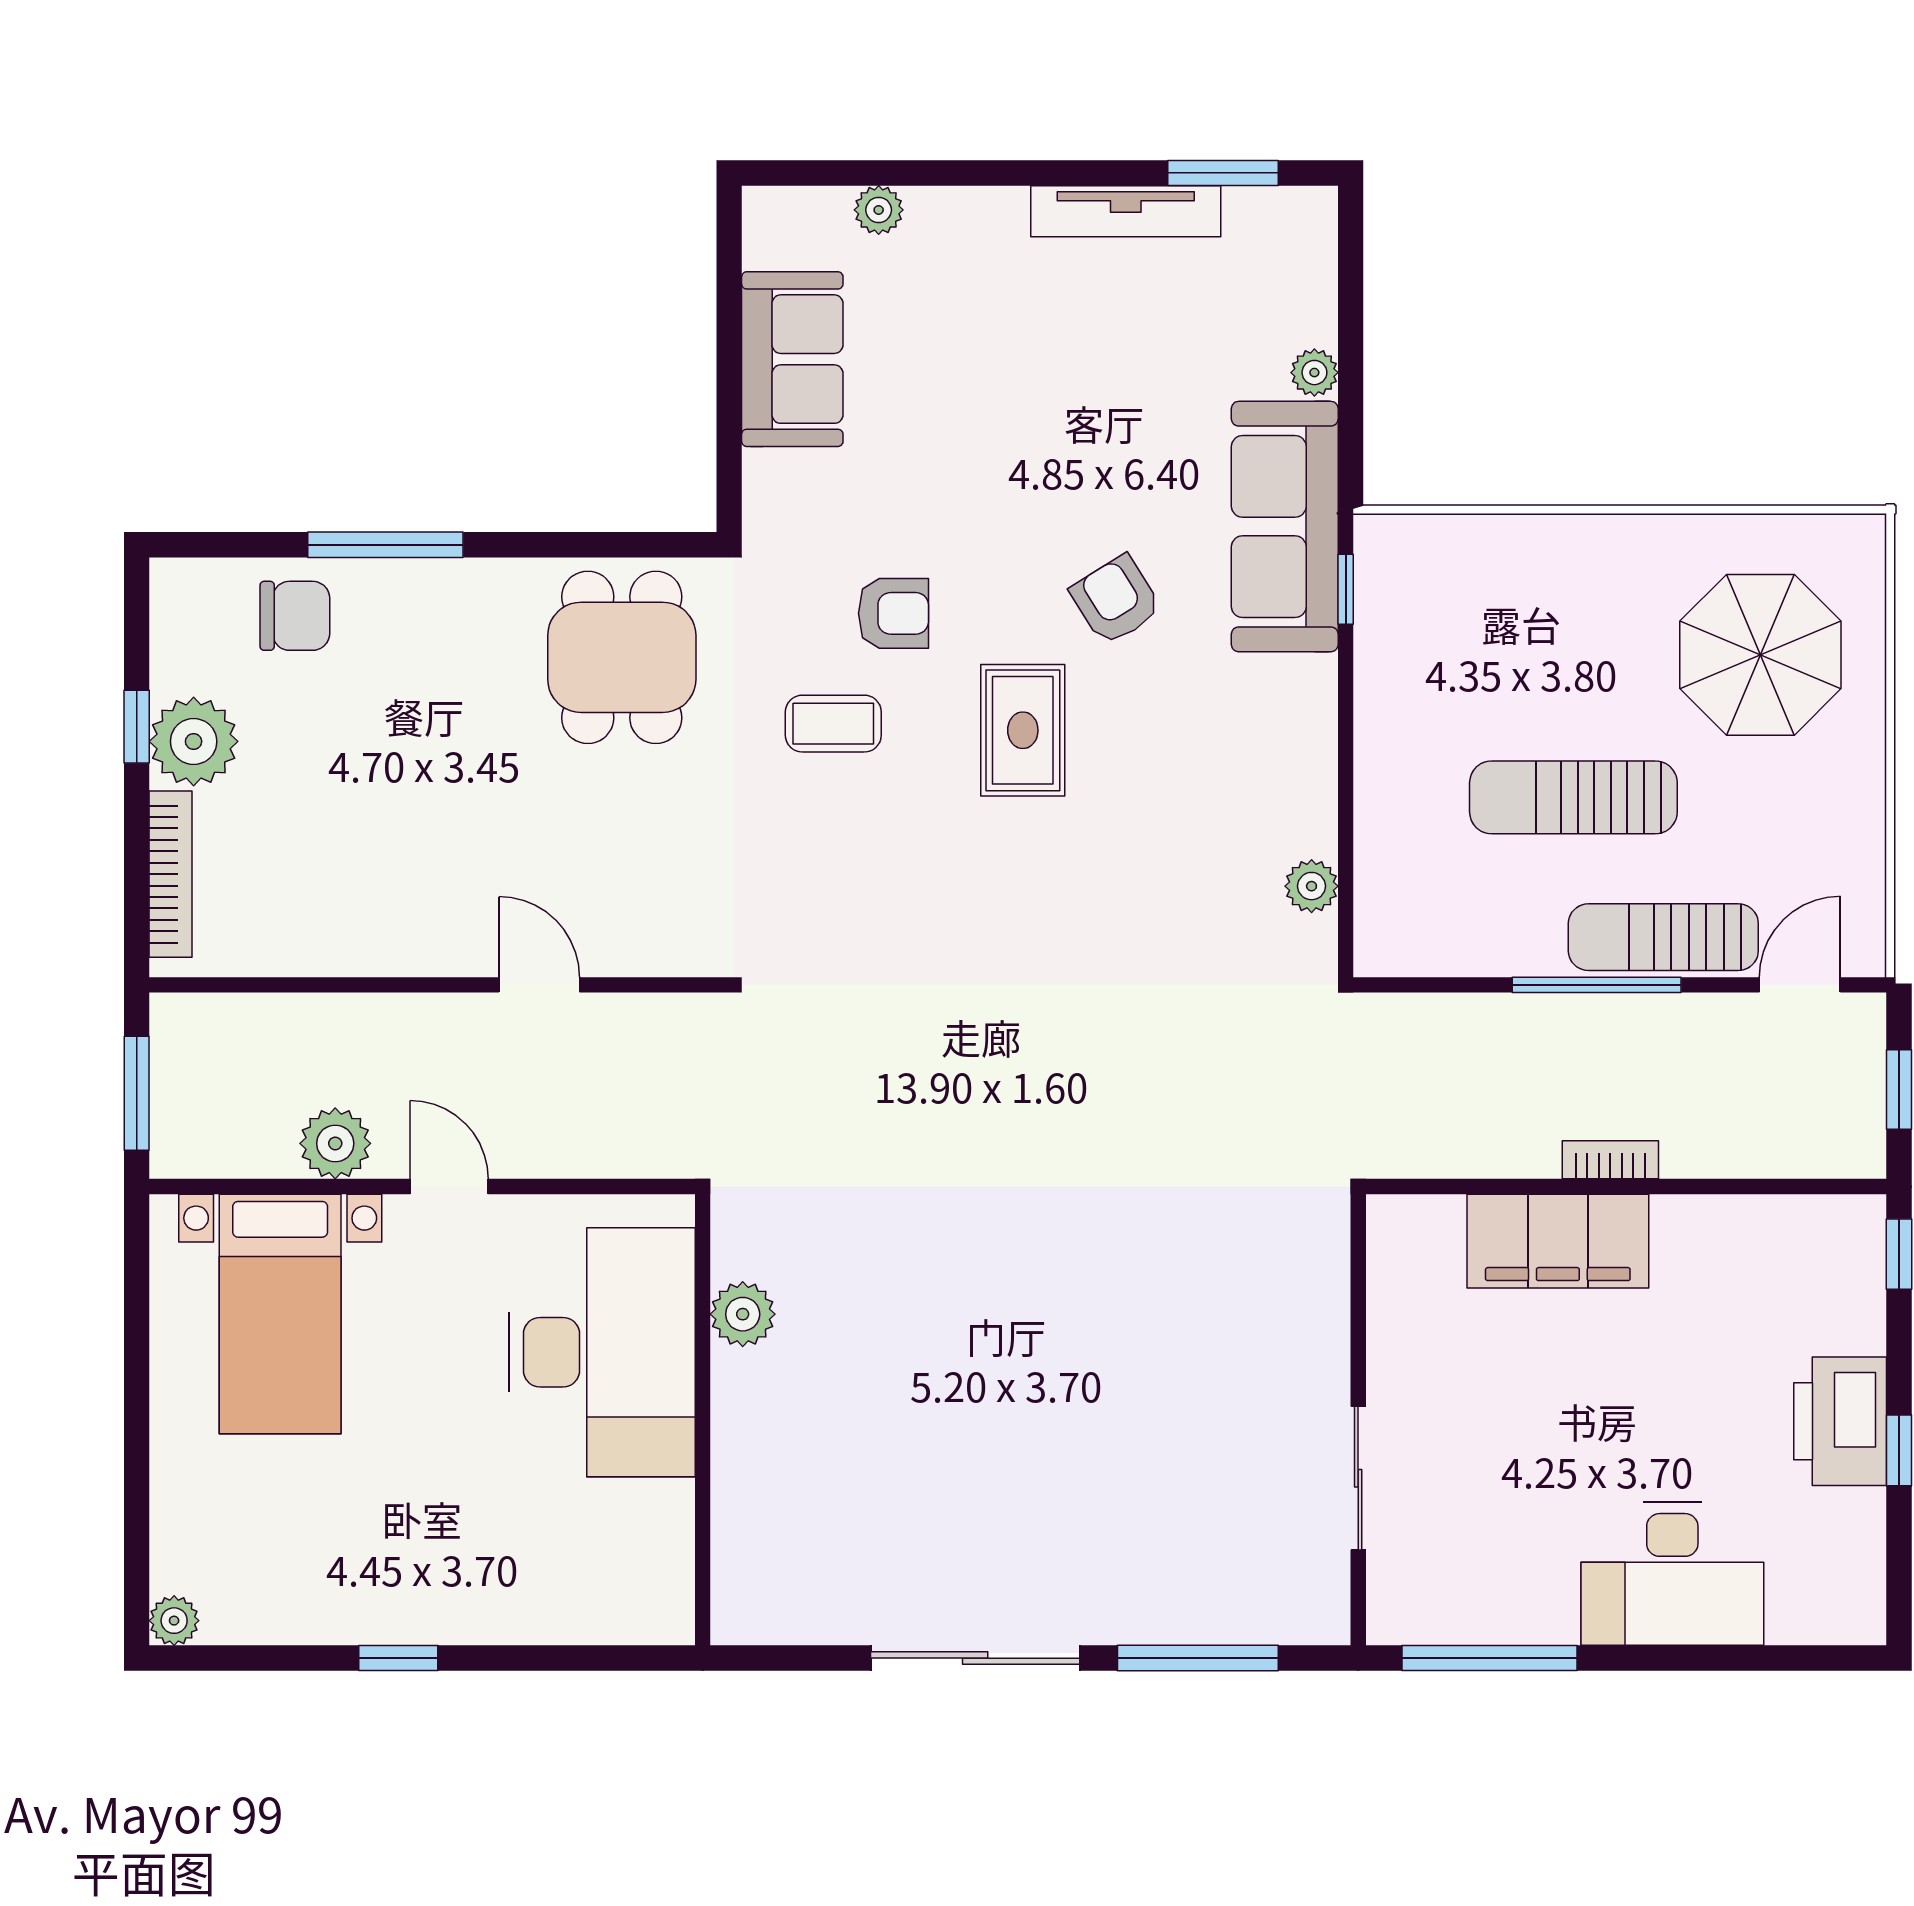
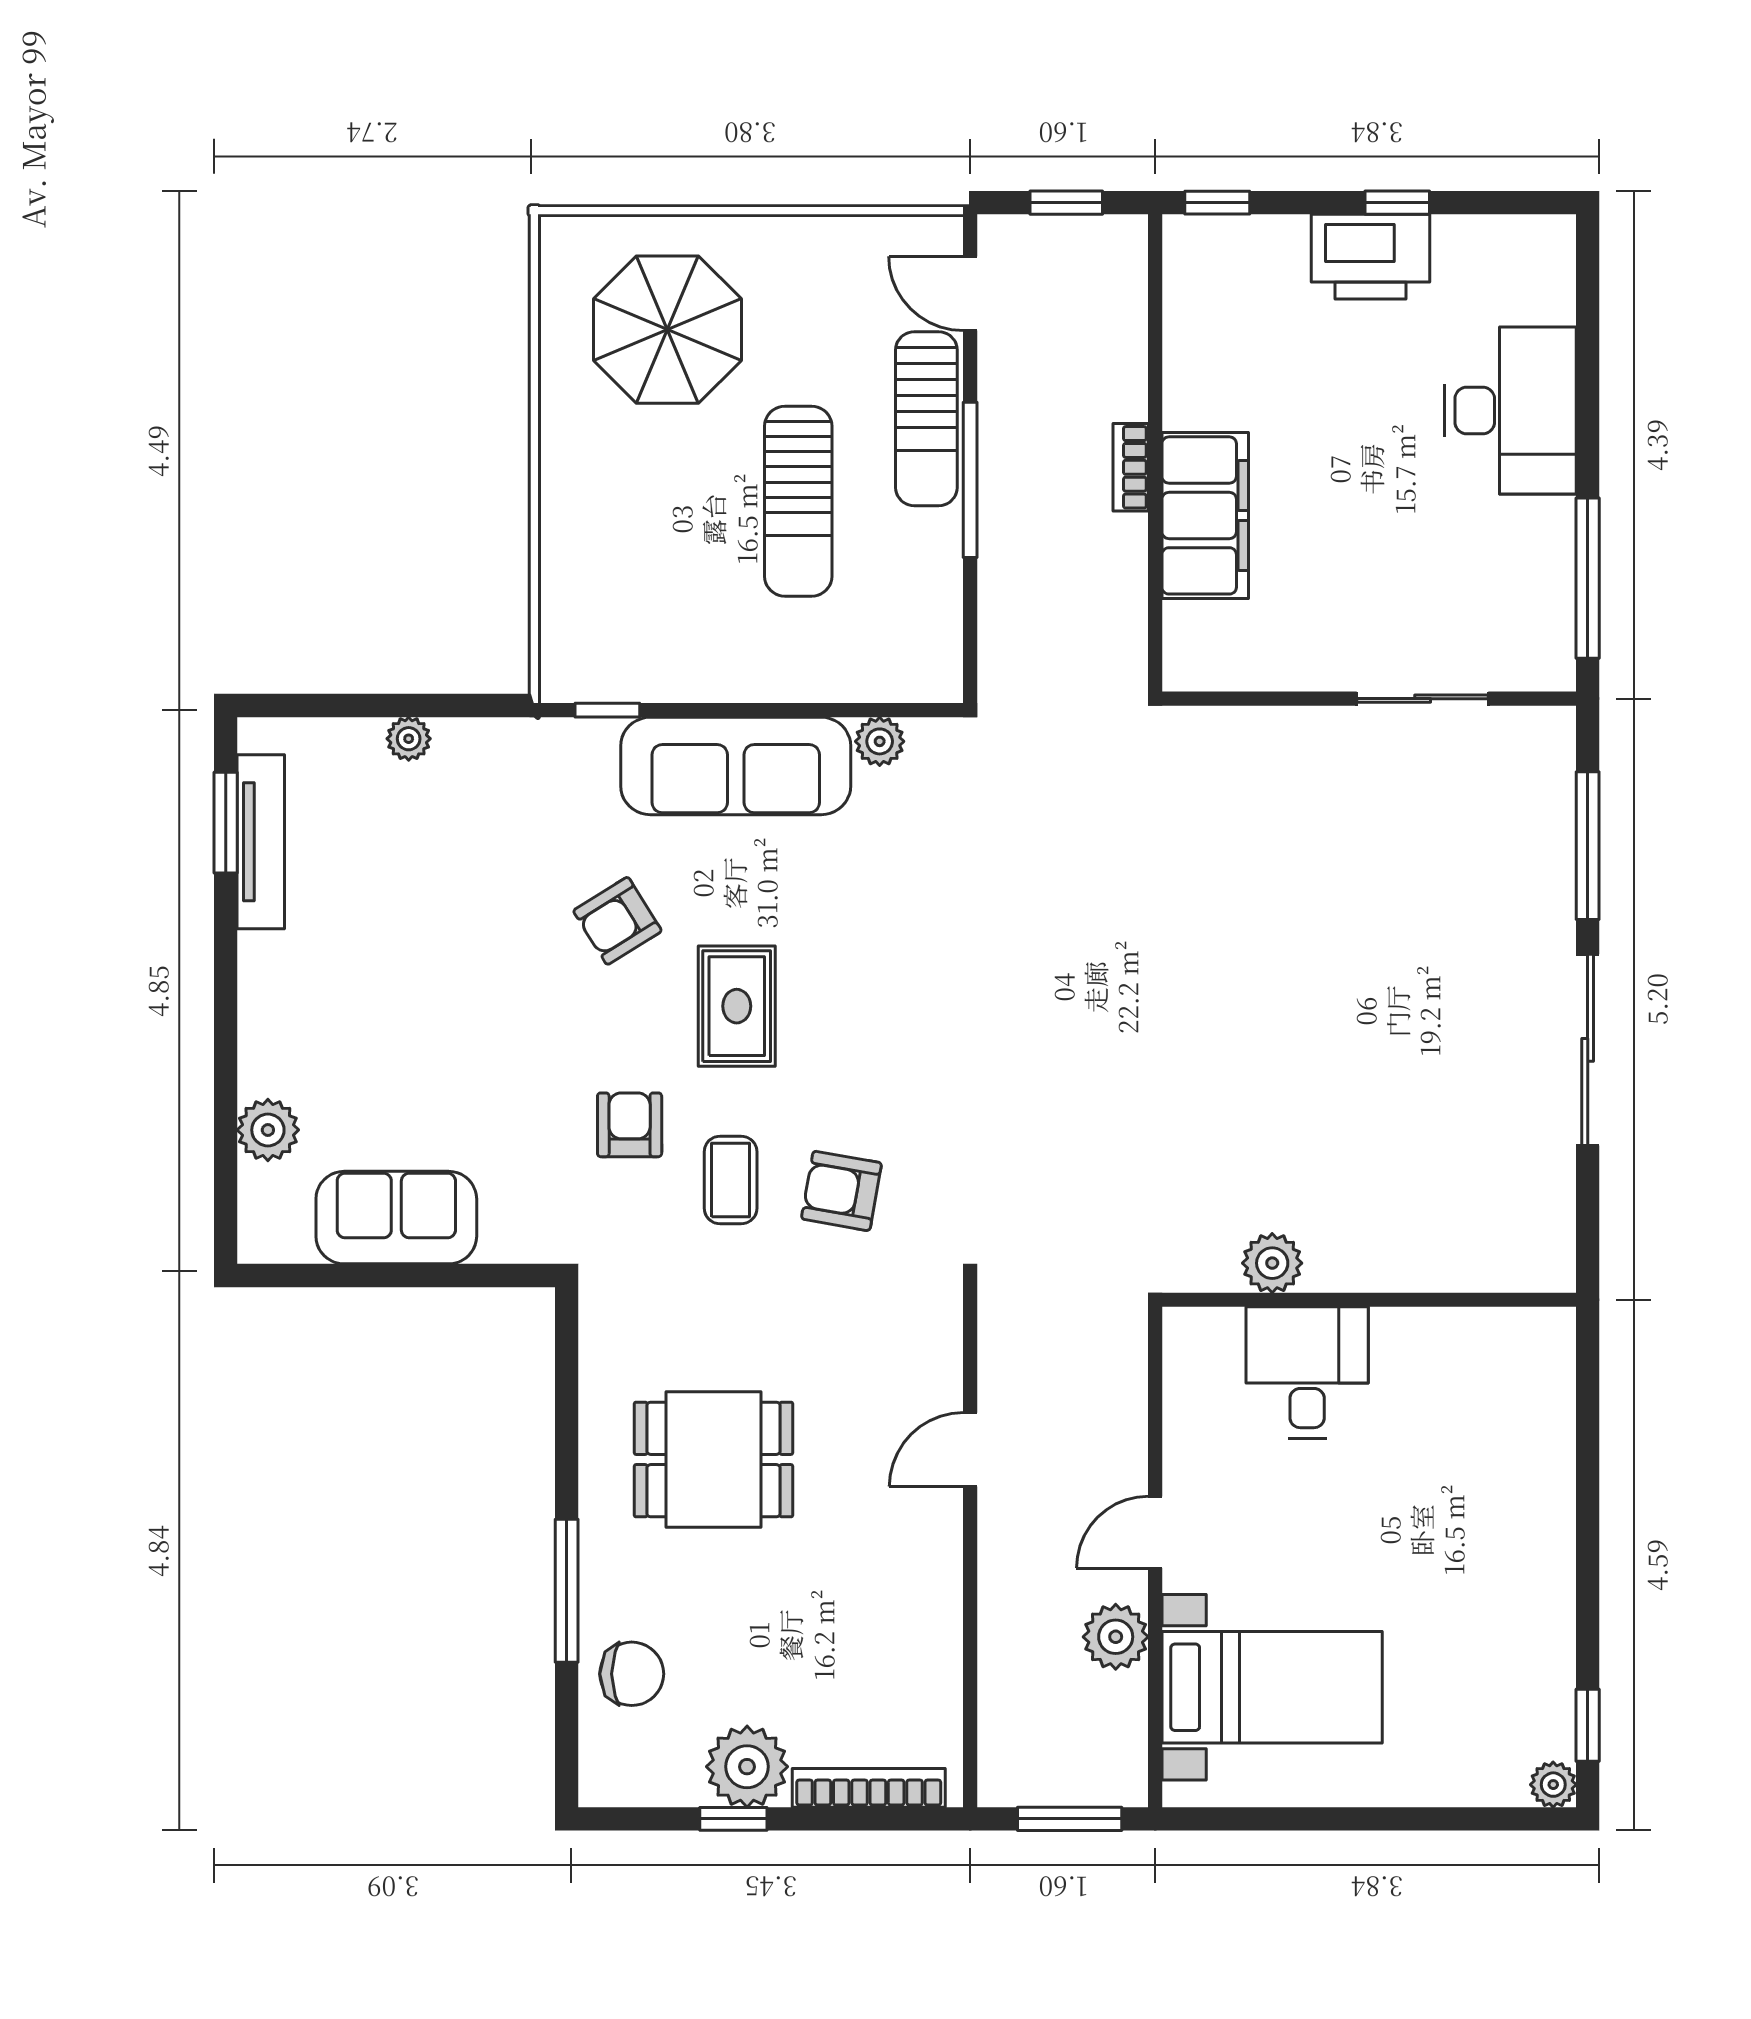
plant: (879, 210) -> (268, 1130), width x1.38, depth x1.38
tv unit: (1126, 211) -> (261, 842), moved
sofa: (1285, 527) -> (736, 766), moved
chair: (295, 616) -> (632, 1674), turned 90
dining table: (622, 657) -> (713, 1459), moved
rug: (1023, 730) -> (737, 1006), turned 90
armchair: (821, 845) -> (841, 1191), added
desk: (602, 1352) -> (1307, 1373), width x0.53, depth x0.77
window: (398, 1658) -> (1588, 1725), moved

